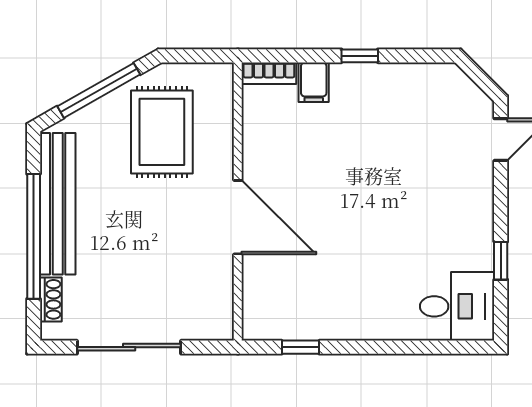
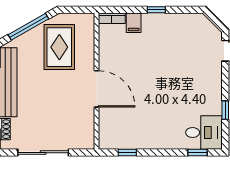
window: (444, 347) -> (198, 153), added

